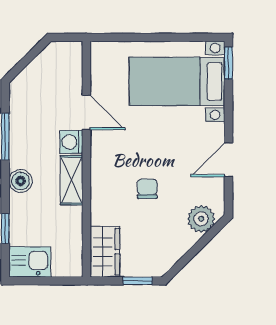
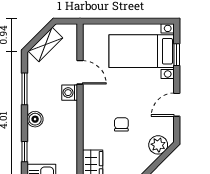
window: (228, 63) -> (177, 55), moved
shelving: (71, 180) -> (46, 45), moved, turned 45

